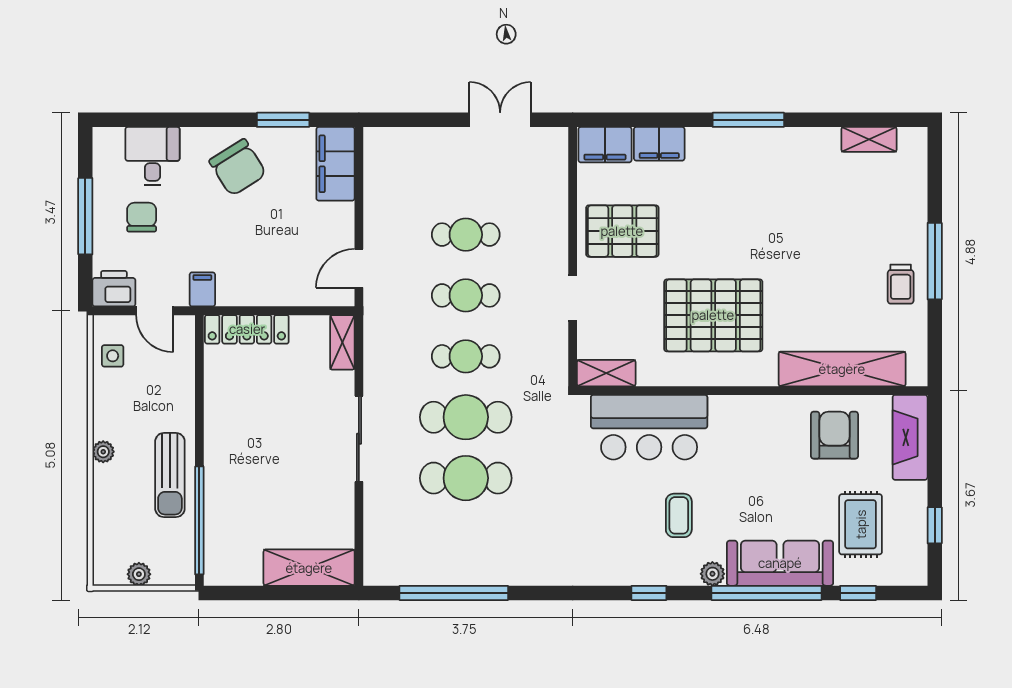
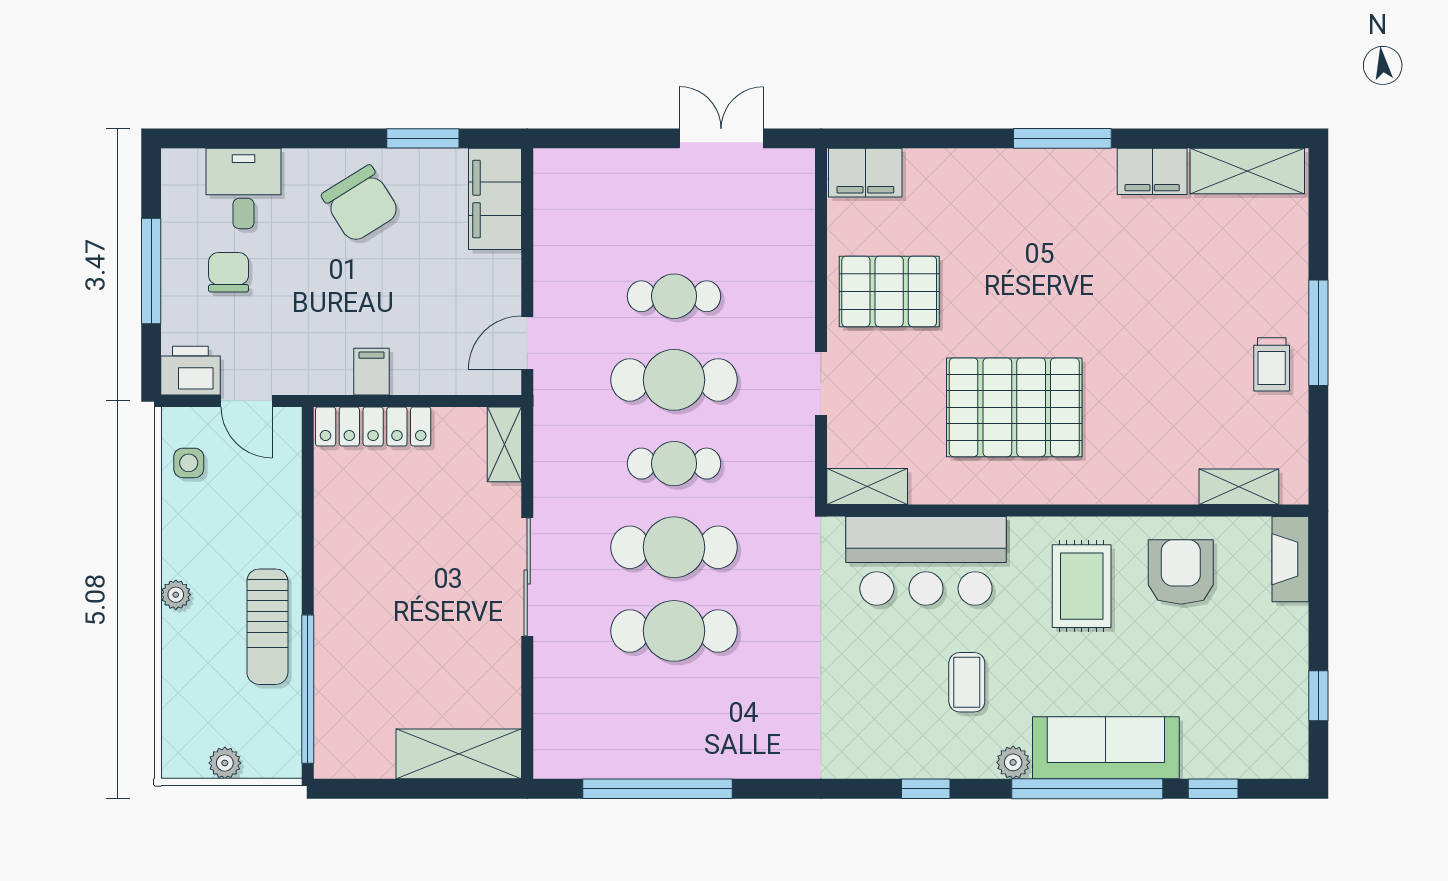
shelving: (869, 139) -> (1247, 171), width x1.50, depth x1.33
filing cabinet: (659, 144) -> (1152, 171), moved
filing cabinet: (202, 289) -> (372, 372), moved
cafe table: (466, 295) -> (674, 380), width x1.37, depth x1.35
shelving: (842, 369) -> (1239, 487), width x0.45, depth x0.75
fireplace: (910, 437) -> (1290, 559), width x0.73, depth x0.76
rug: (861, 524) -> (1082, 586), moved

